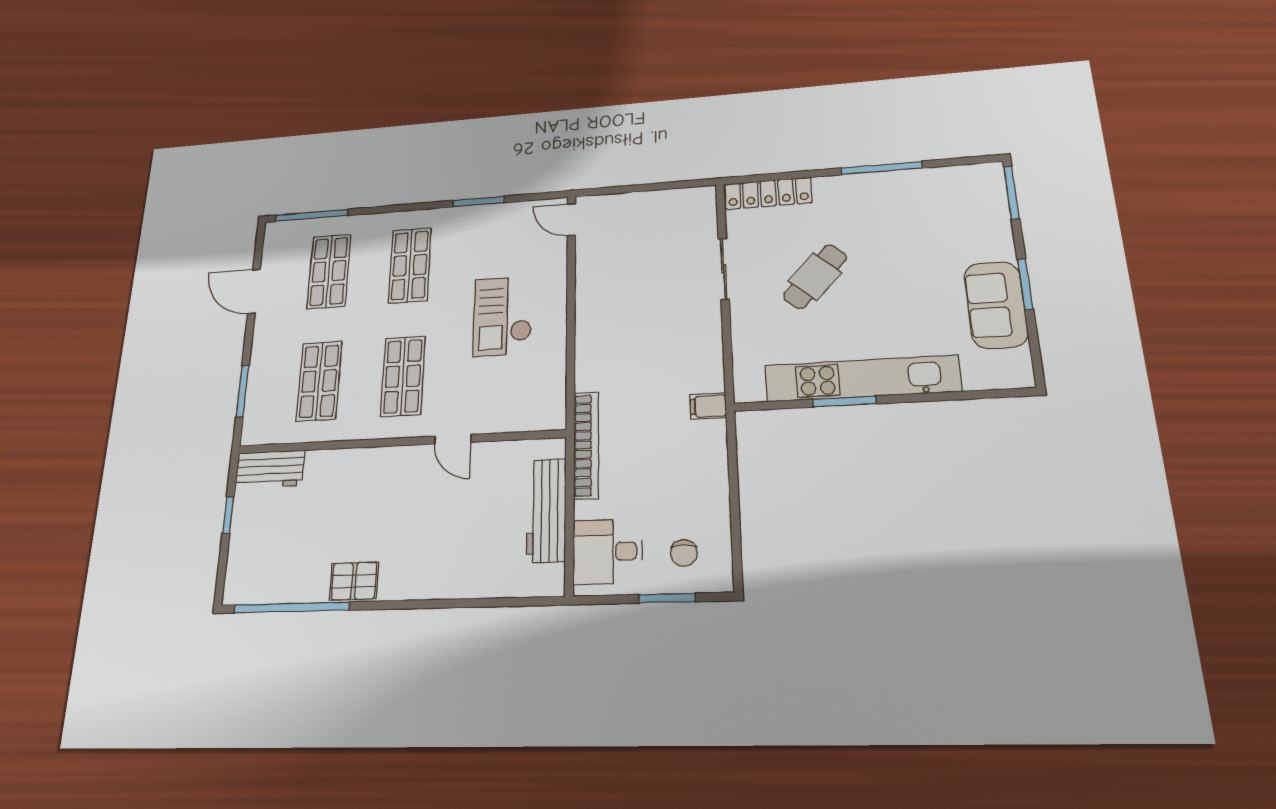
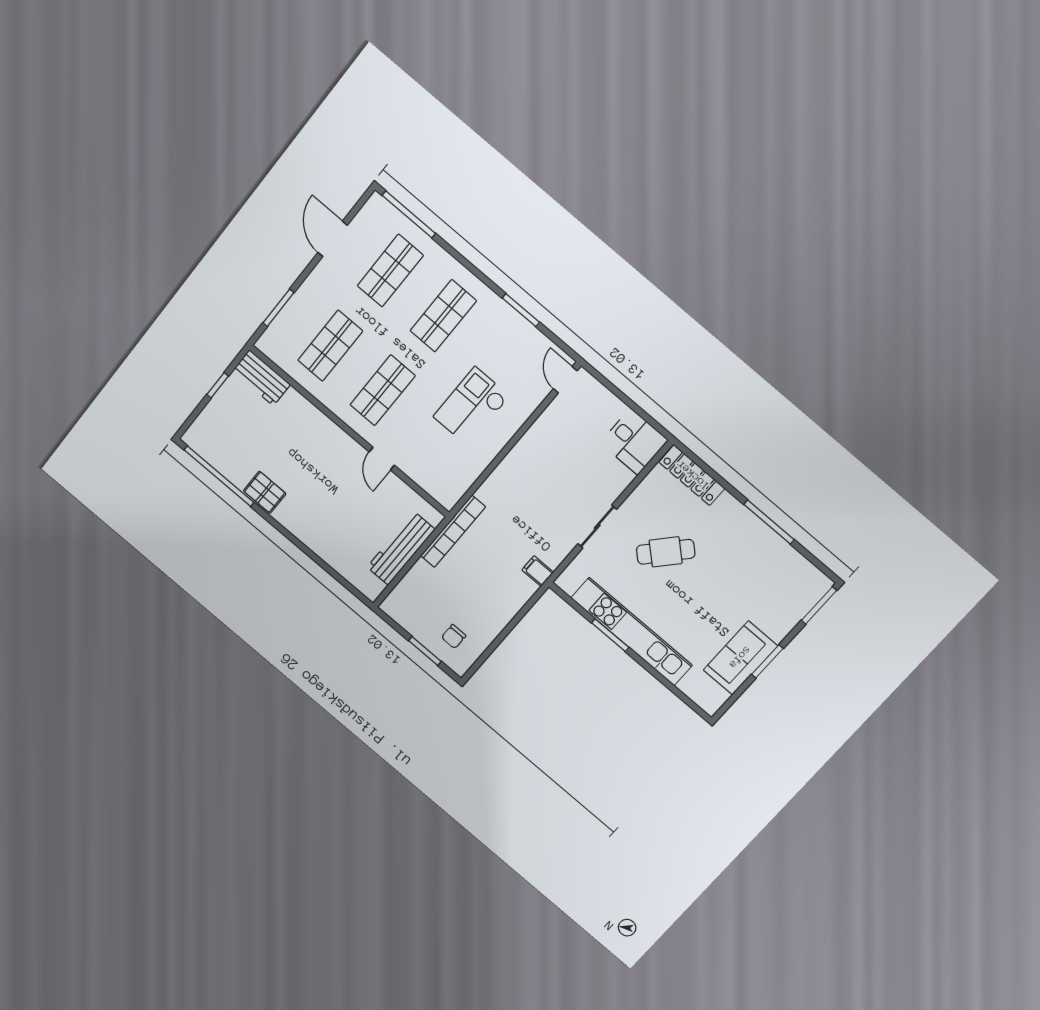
sliding door: (724, 269) -> (597, 527), moved
desk: (607, 552) -> (634, 442), moved, turned 180

